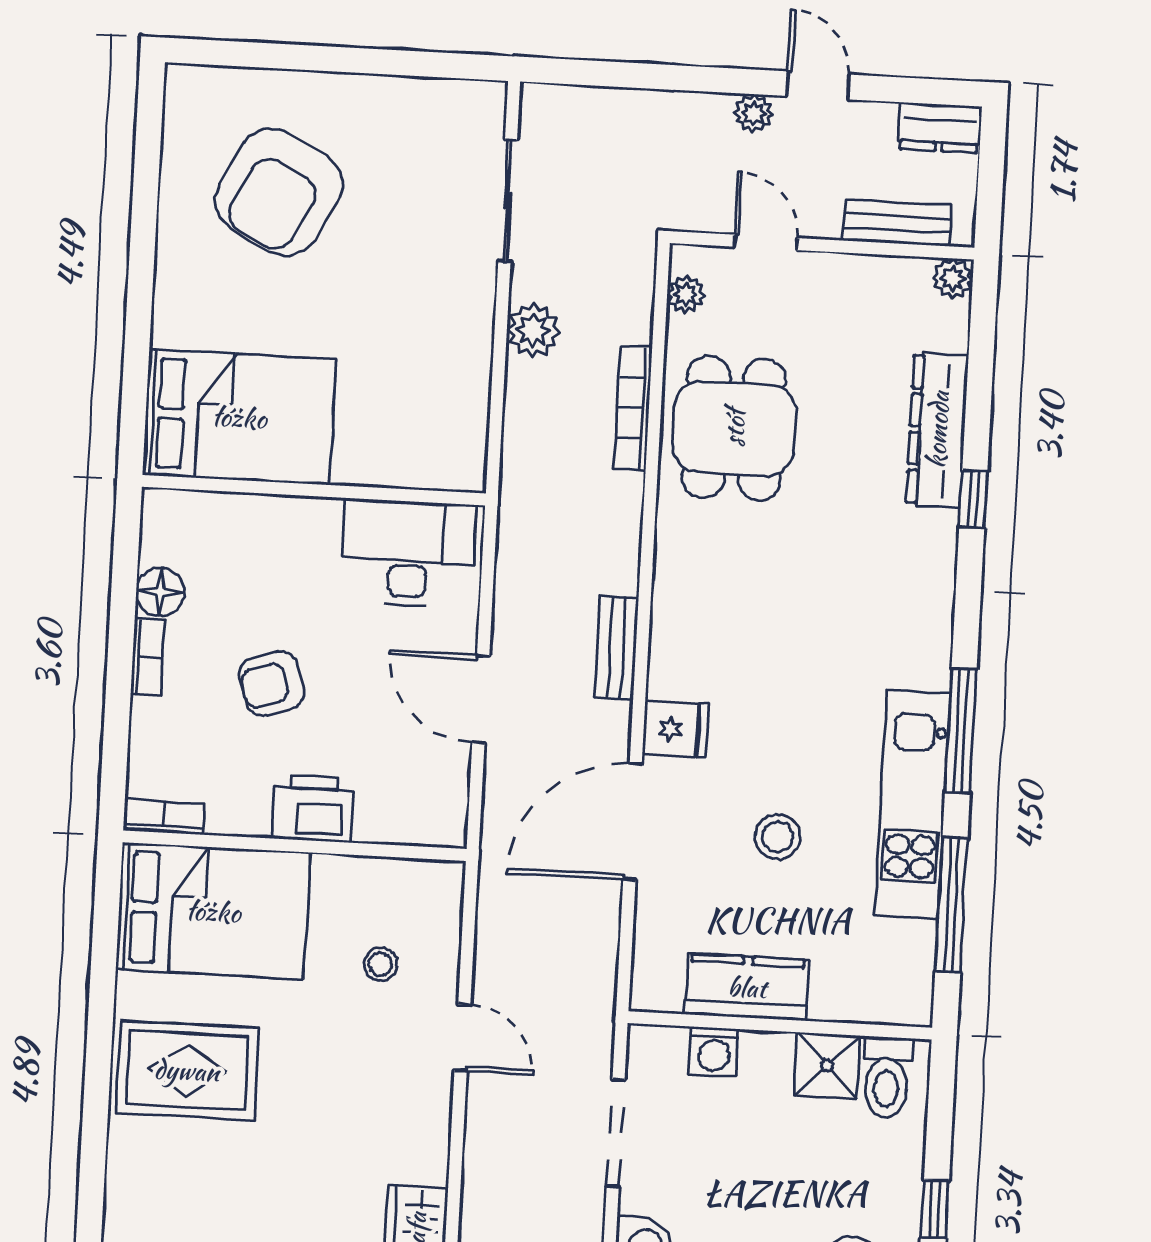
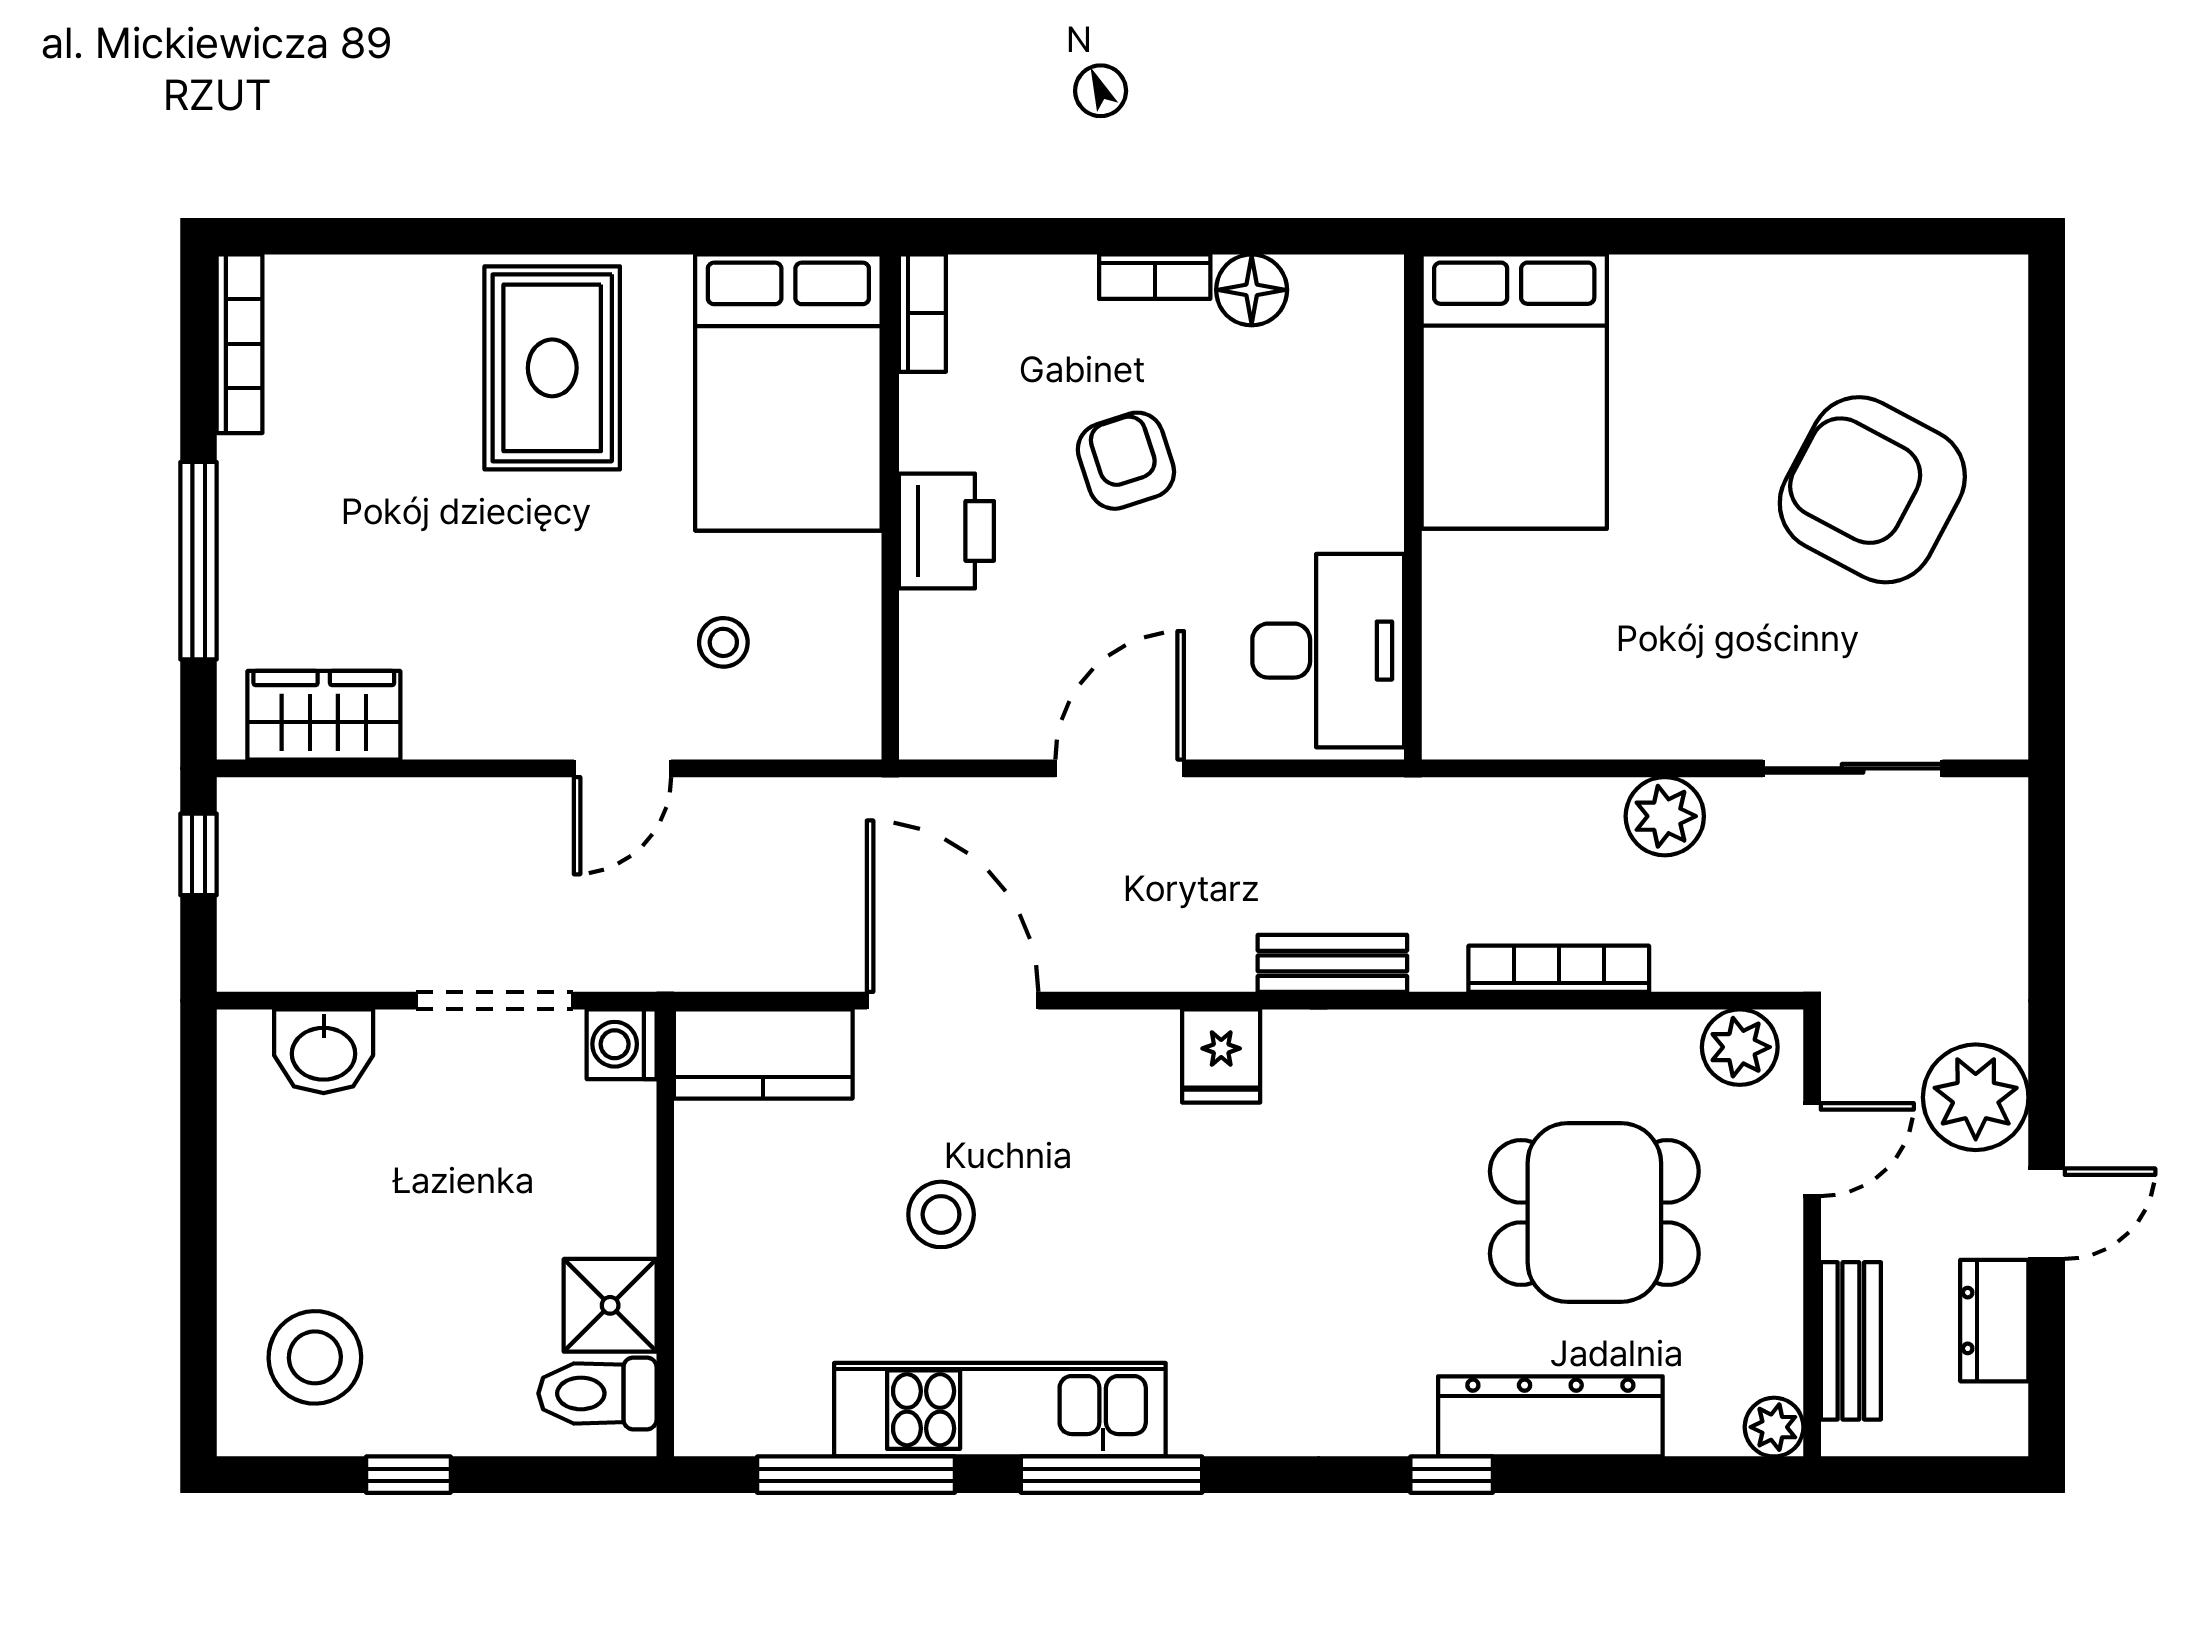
plant: (754, 113) -> (1976, 1097), width x1.88, depth x1.88
dresser: (940, 128) -> (1994, 1321), moved
armchair: (279, 192) -> (1872, 490), moved
plant: (686, 294) -> (1740, 1047), width x1.38, depth x1.38
dining table: (734, 428) -> (1594, 1212), moved
bench: (617, 648) -> (1332, 963), moved
fridge: (675, 729) -> (1221, 1056), moved
kitchen counter: (747, 987) -> (763, 1054), moved, turned 90
washing machine: (714, 1052) -> (622, 1044), moved

